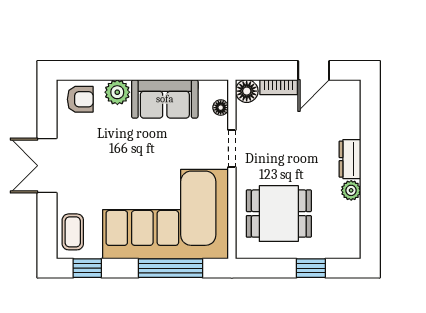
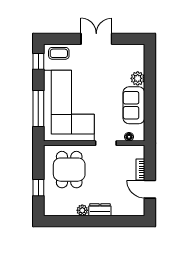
floor lamp: (247, 91) -> (138, 151), removed
armchair: (80, 99) -> (134, 58), removed

